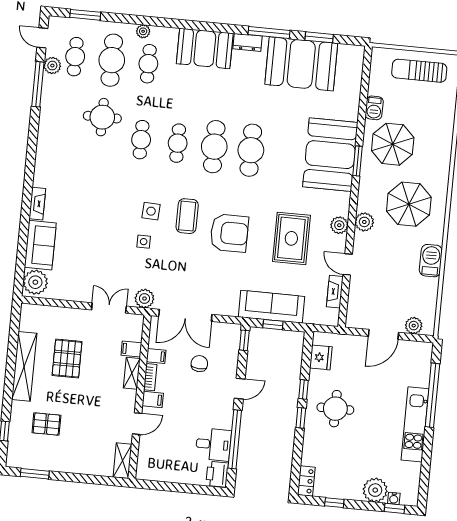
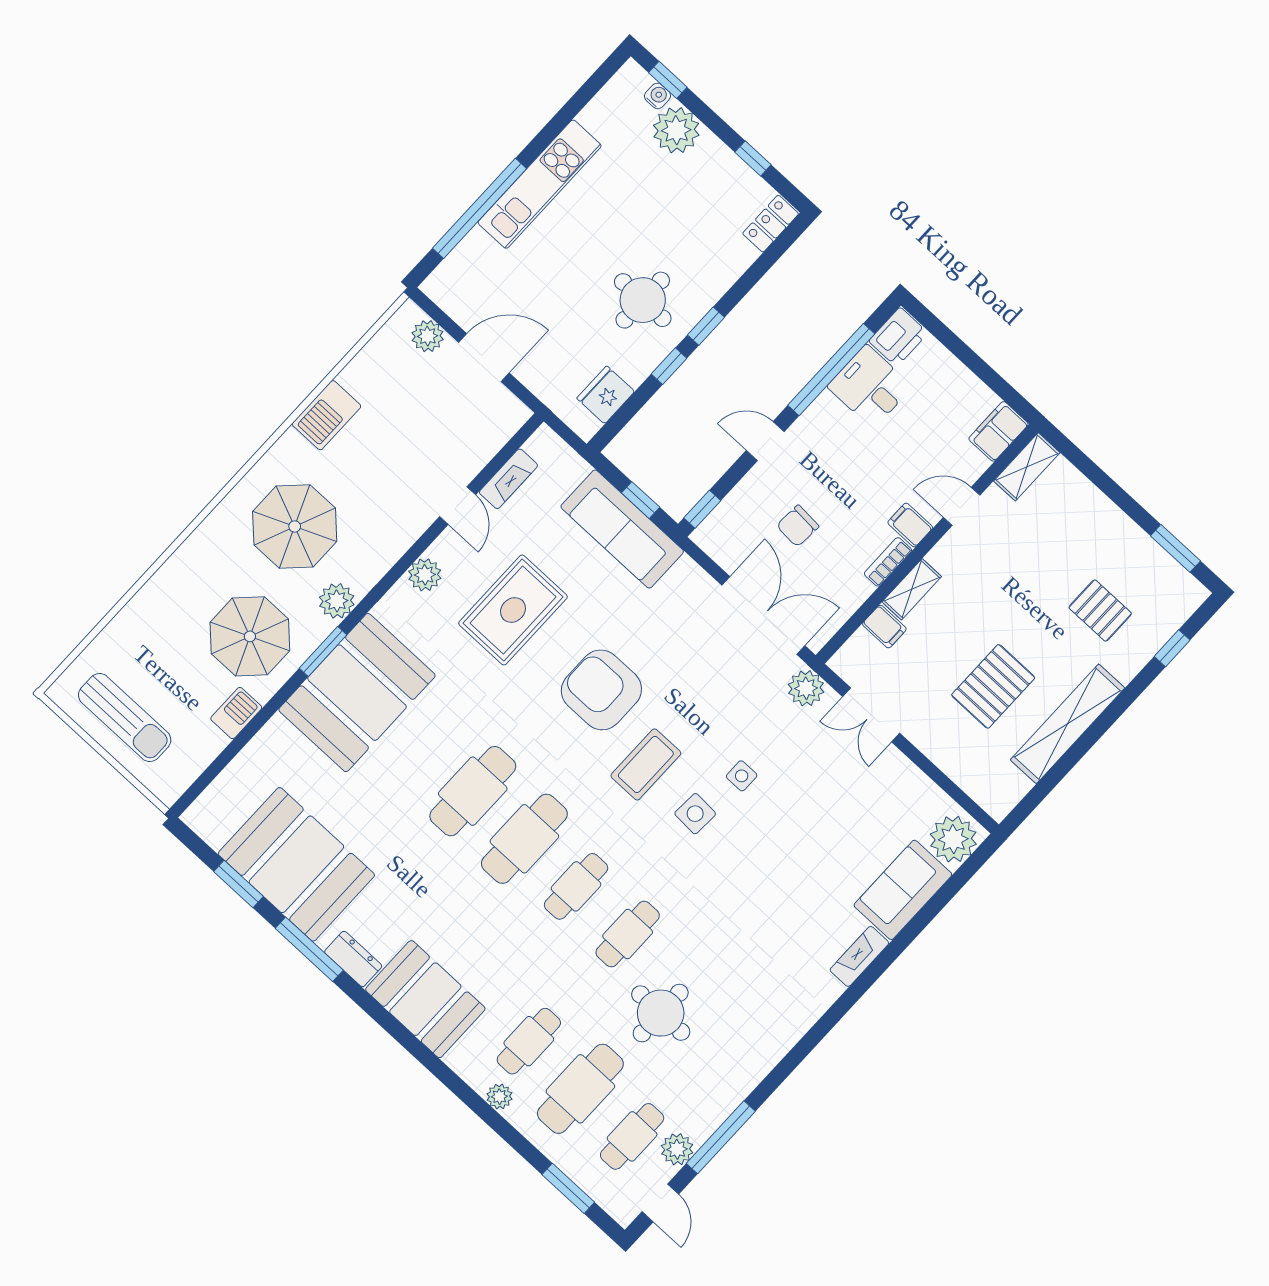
plant: (364, 222) -> (337, 601), moved
filing cabinet: (156, 356) -> (998, 431), moved, width x2.00

